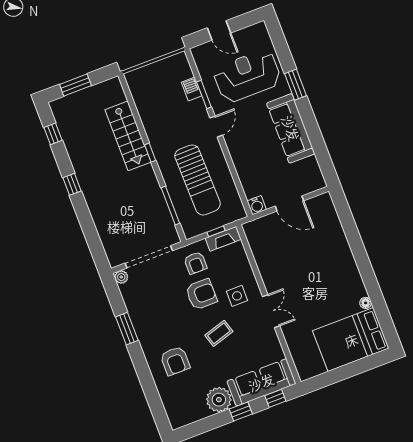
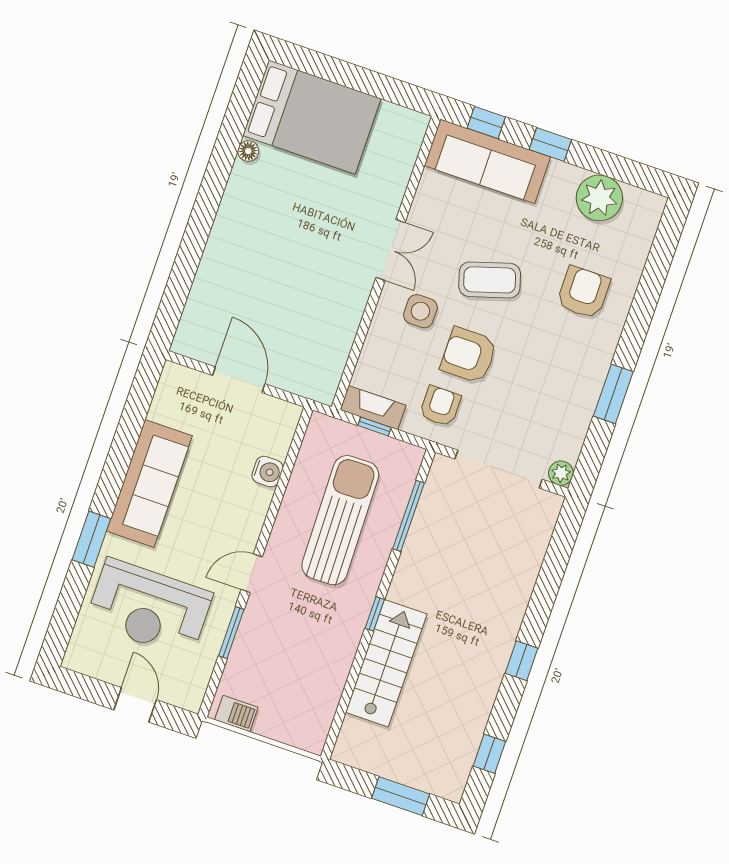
barbecue: (192, 89) -> (236, 713), moved, turned -90
water cooler: (257, 205) -> (267, 472), moved, turned 90
double door: (271, 311) -> (390, 250), swing flipped
coffee table: (219, 333) -> (490, 280), width x1.36, depth x1.30
plant: (219, 400) -> (599, 198), moved

